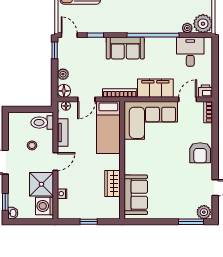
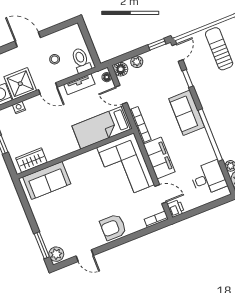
wardrobe: (113, 184) -> (31, 160), moved

